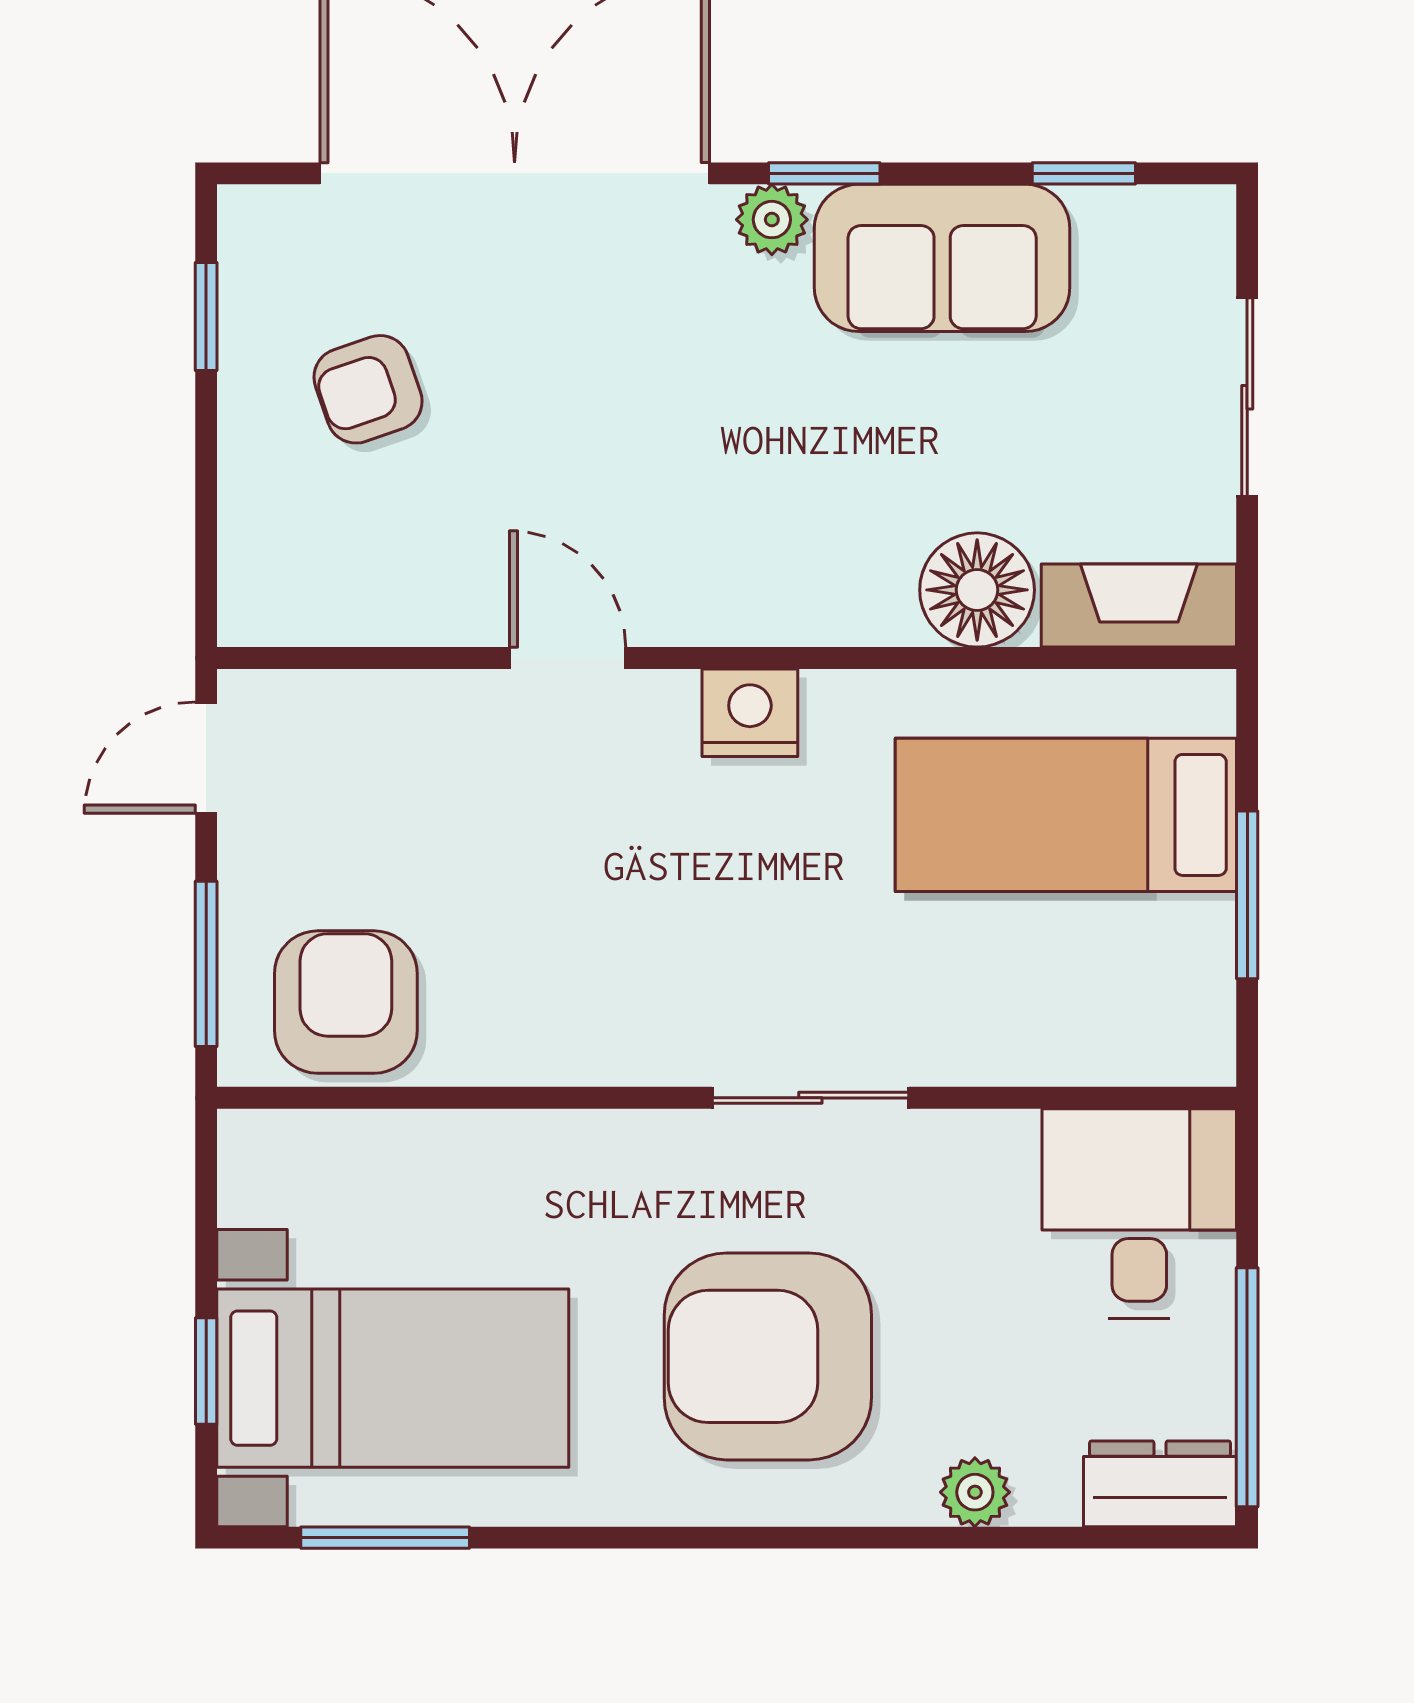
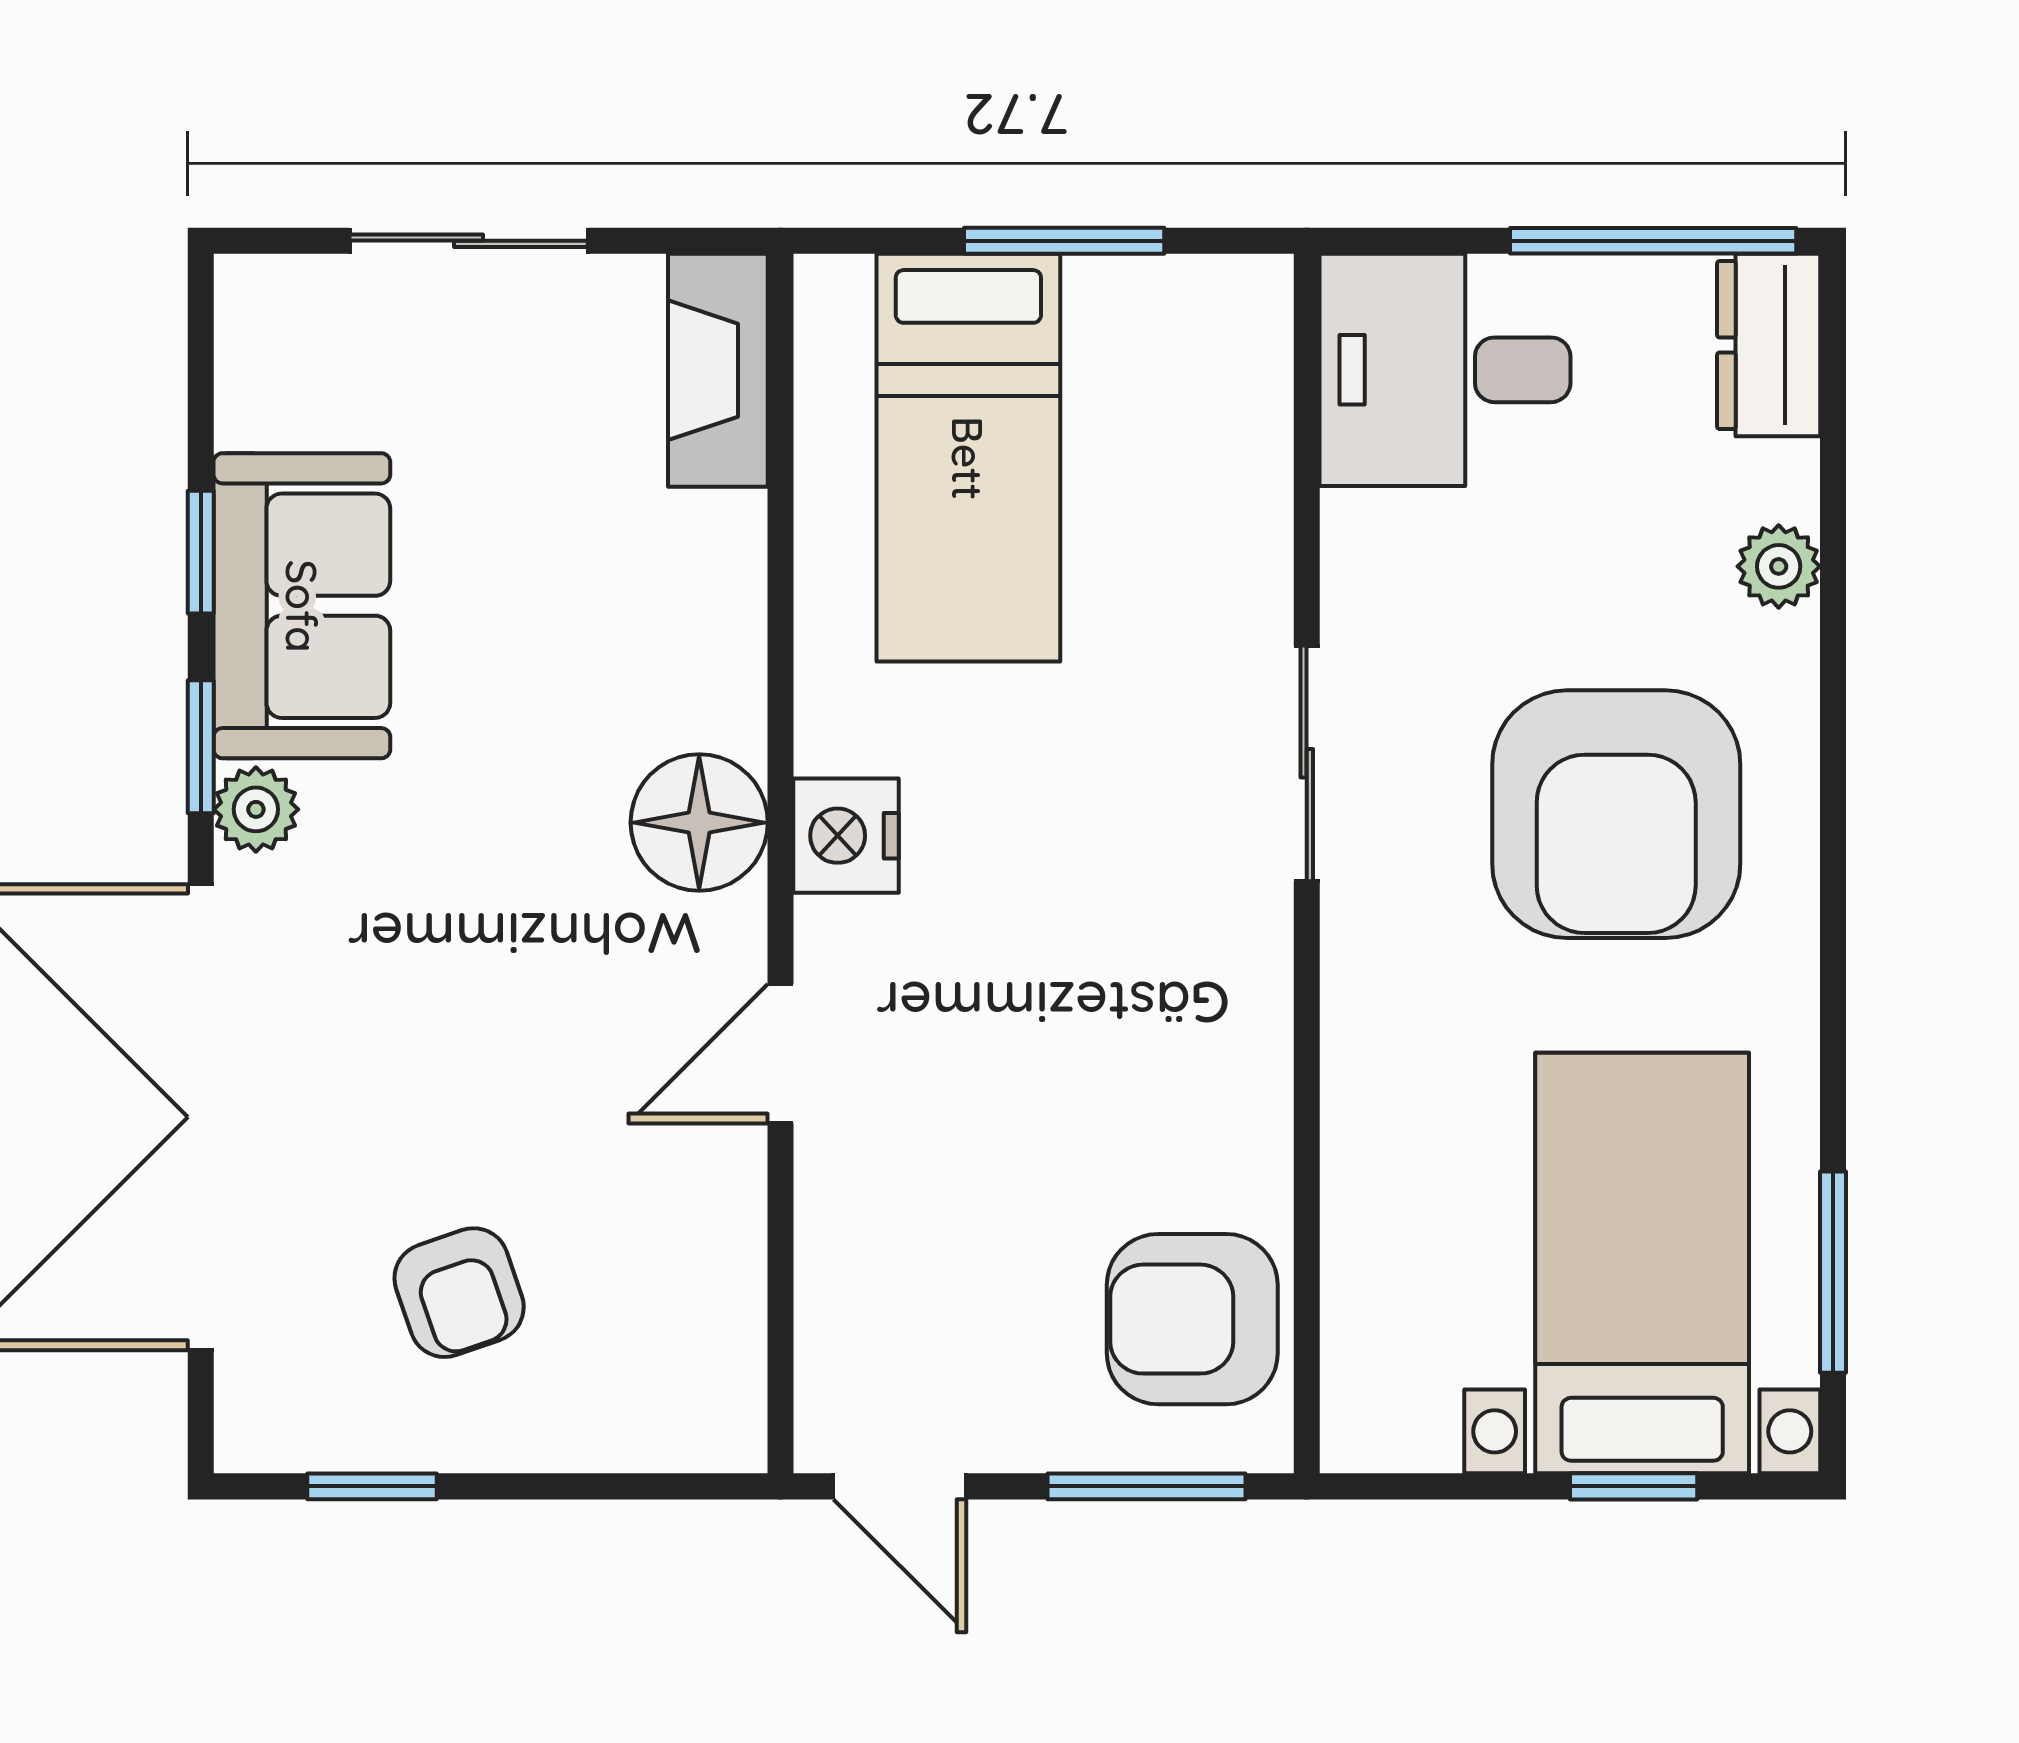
window: (1084, 173) -> (201, 552), moved
floor lamp: (977, 590) -> (699, 823), moved

